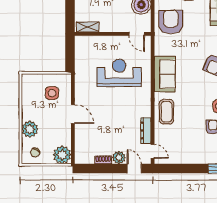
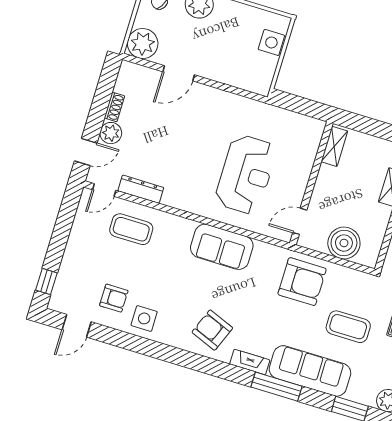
side table: (52, 93) -> (271, 42), moved
coffee table: (167, 112) -> (131, 229), moved
door: (73, 114) -> (179, 73), moved

